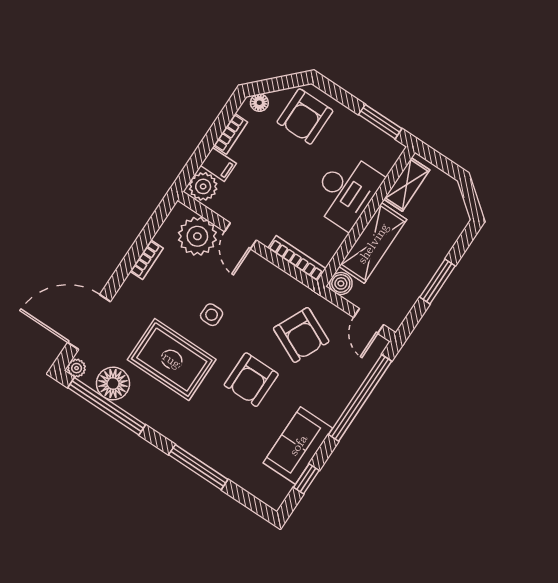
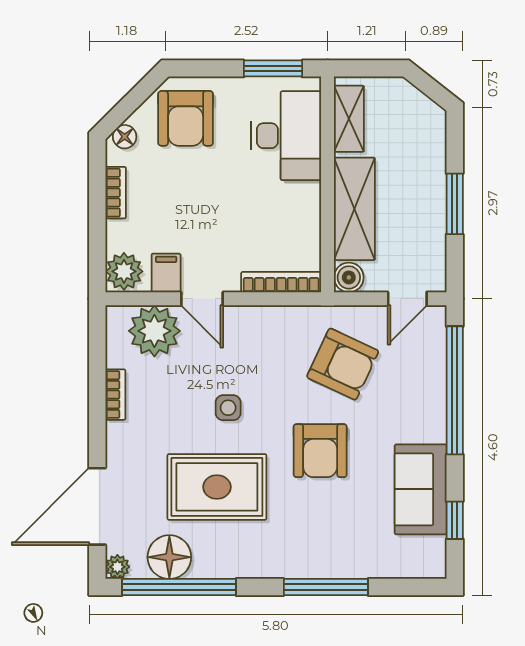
filing cabinet: (218, 164) -> (166, 273), moved, turned -90
desk: (346, 191) -> (286, 136), moved
door: (369, 321) -> (407, 299), hinge flipped

